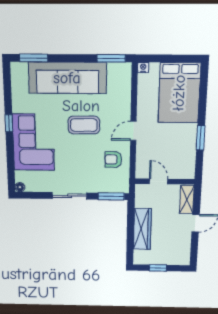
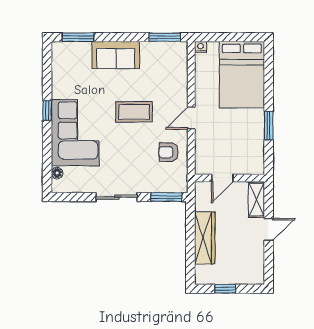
sofa: (67, 78) -> (116, 55), width x0.54, depth x0.79
door: (159, 181) -> (222, 178), swing flipped
floor lamp: (20, 187) -> (57, 173), moved

